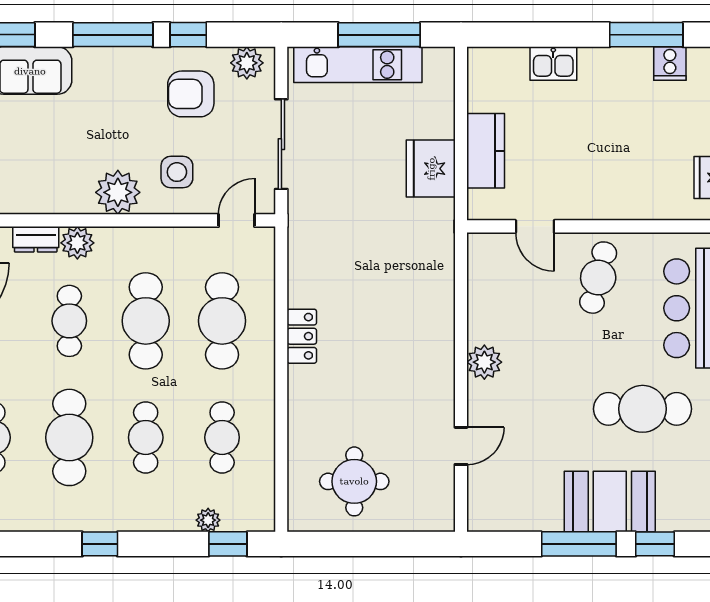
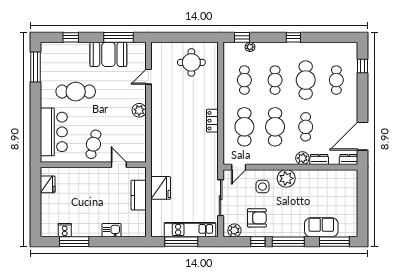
booth: (610, 502) -> (108, 54), moved
window: (579, 544) -> (119, 37), moved

